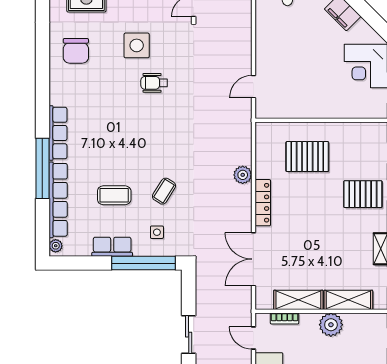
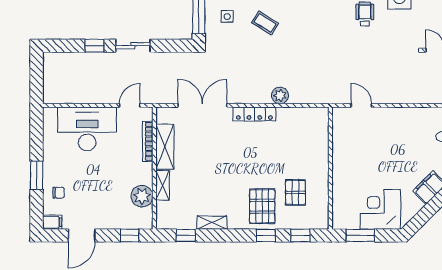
pallet: (307, 157) -> (296, 192), moved, width x0.67, depth x0.71
shelving: (348, 300) -> (163, 185), width x0.67, depth x0.75
bookcase: (285, 319) -> (148, 141), width x1.56
plant: (331, 325) -> (142, 196), moved

